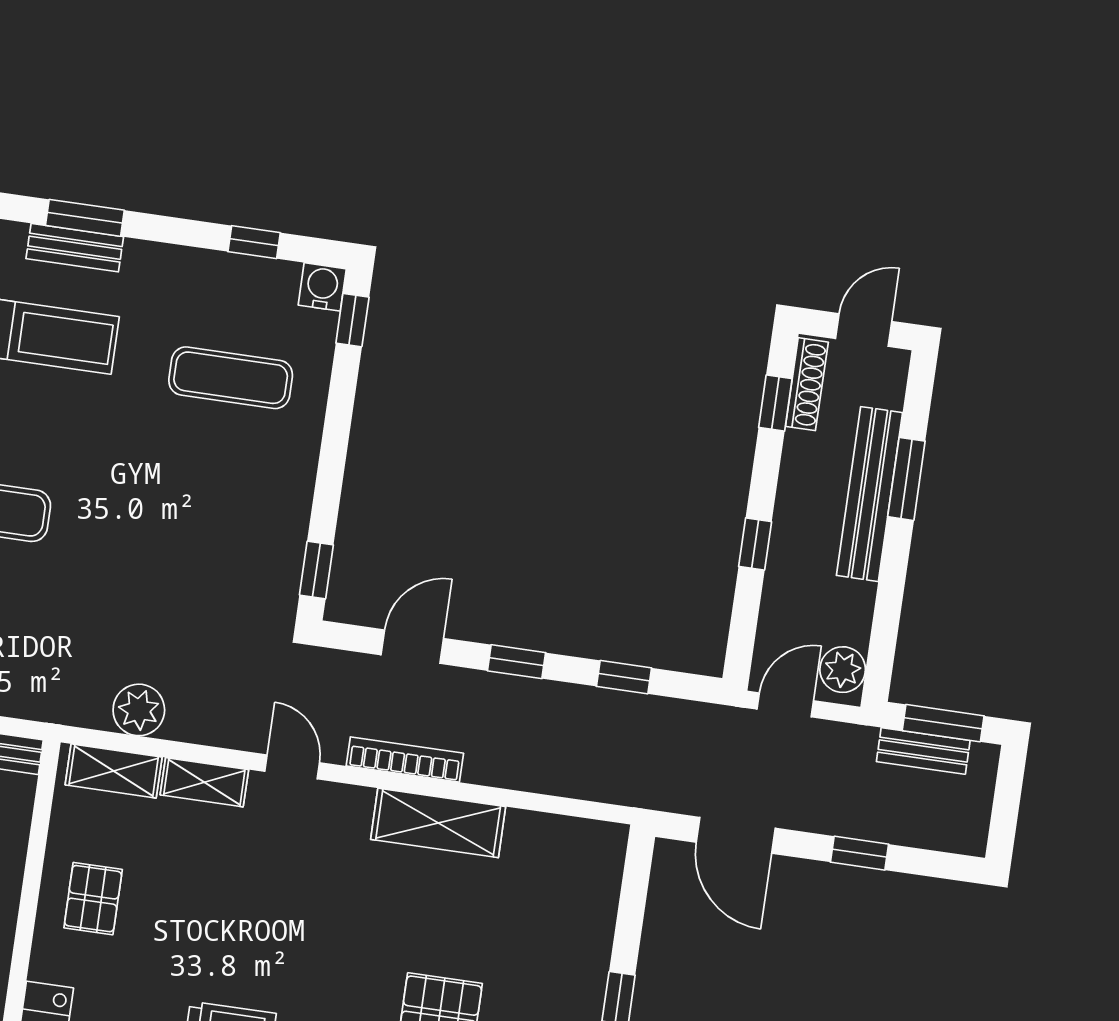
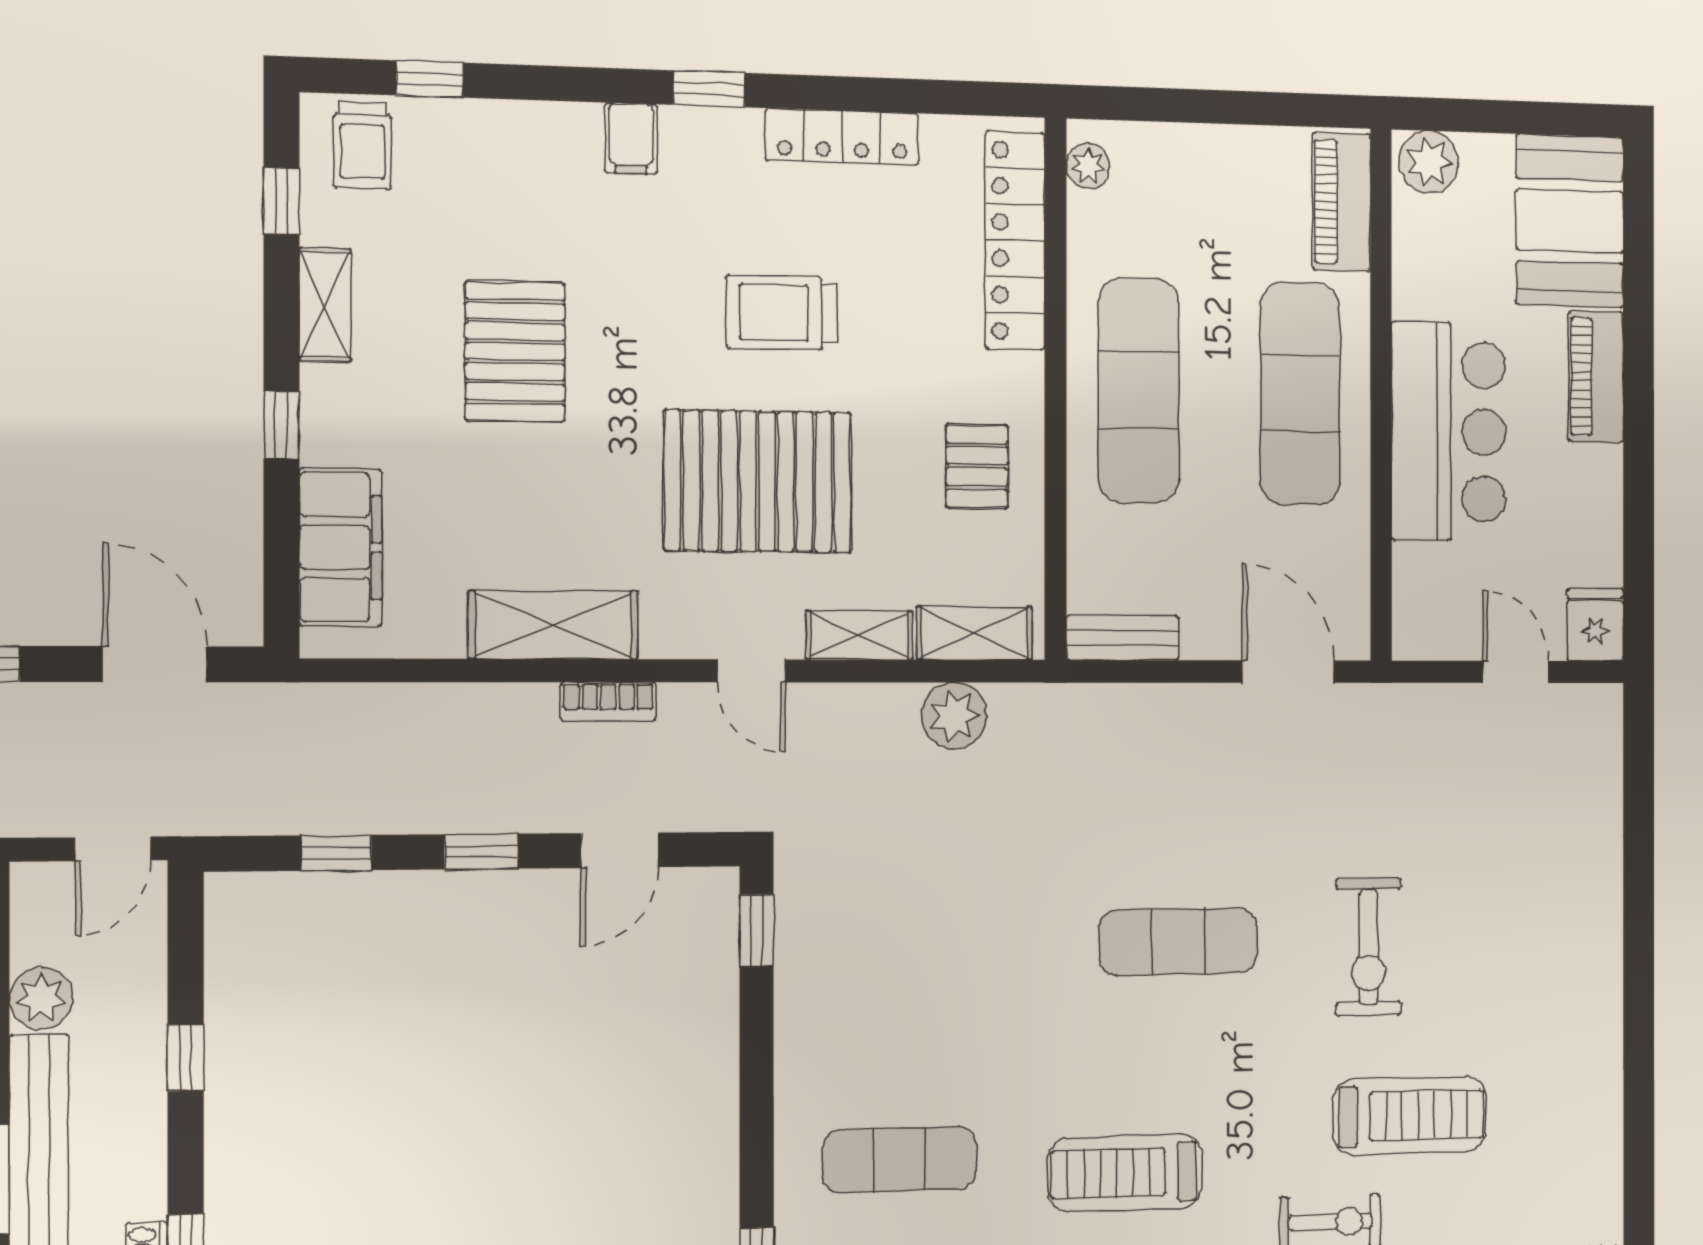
plant: (843, 670) -> (41, 998), moved
bookcase: (405, 760) -> (608, 702), width x0.64
filing cabinet: (588, 902) -> (340, 547), added
pallet: (267, 910) -> (758, 481), added

